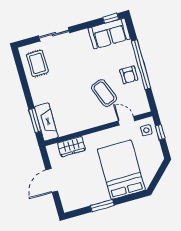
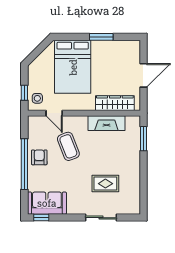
rug: (37, 63) -> (105, 184), moved, turned 90
fireplace: (46, 122) -> (106, 123), moved, turned -90
wardrobe: (71, 146) -> (115, 103), width x1.50

